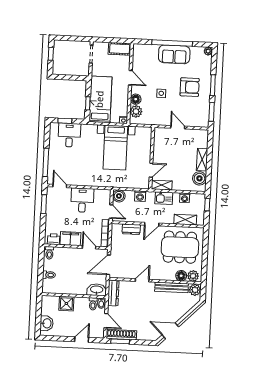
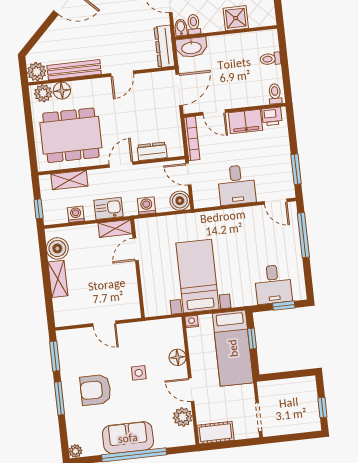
plant: (136, 111) -> (183, 417), moved

